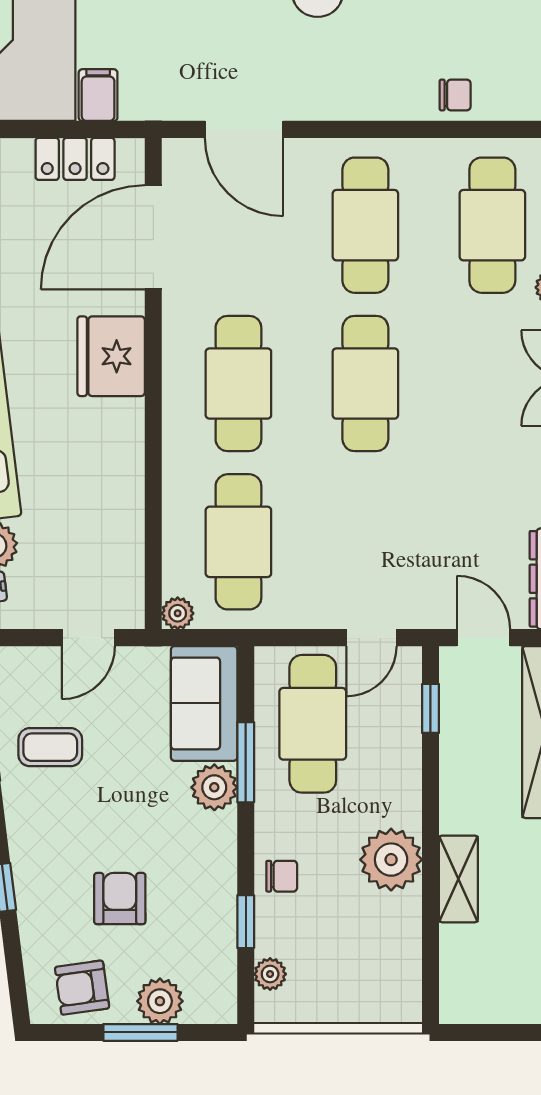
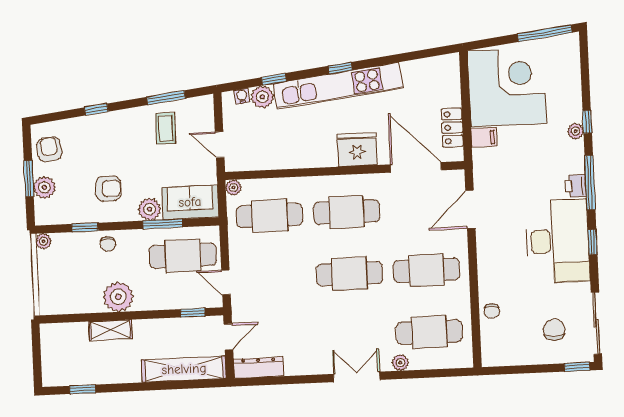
armchair: (120, 899) -> (108, 189), moved
plant: (270, 974) -> (43, 241), moved

